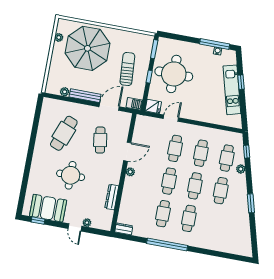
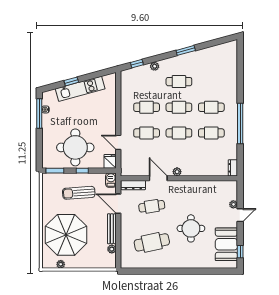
cafe table: (64, 133) -> (152, 242), turned -33
cafe table: (227, 158) -> (147, 82), removed
dresser: (112, 197) -> (133, 185), moved

